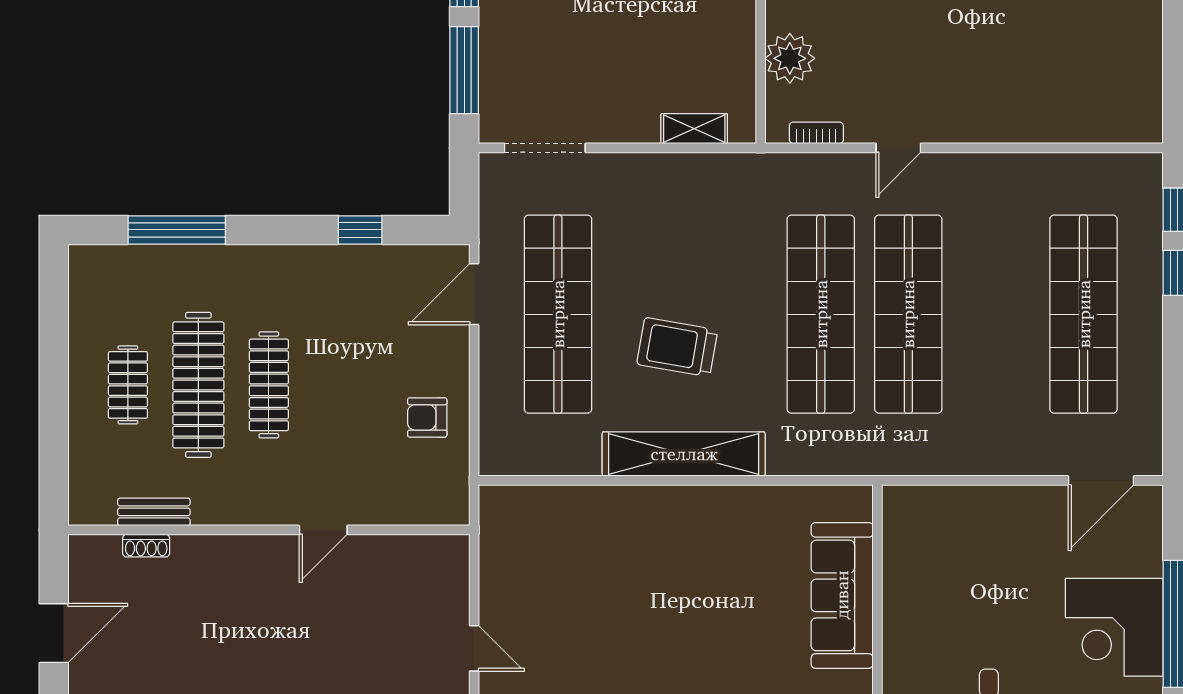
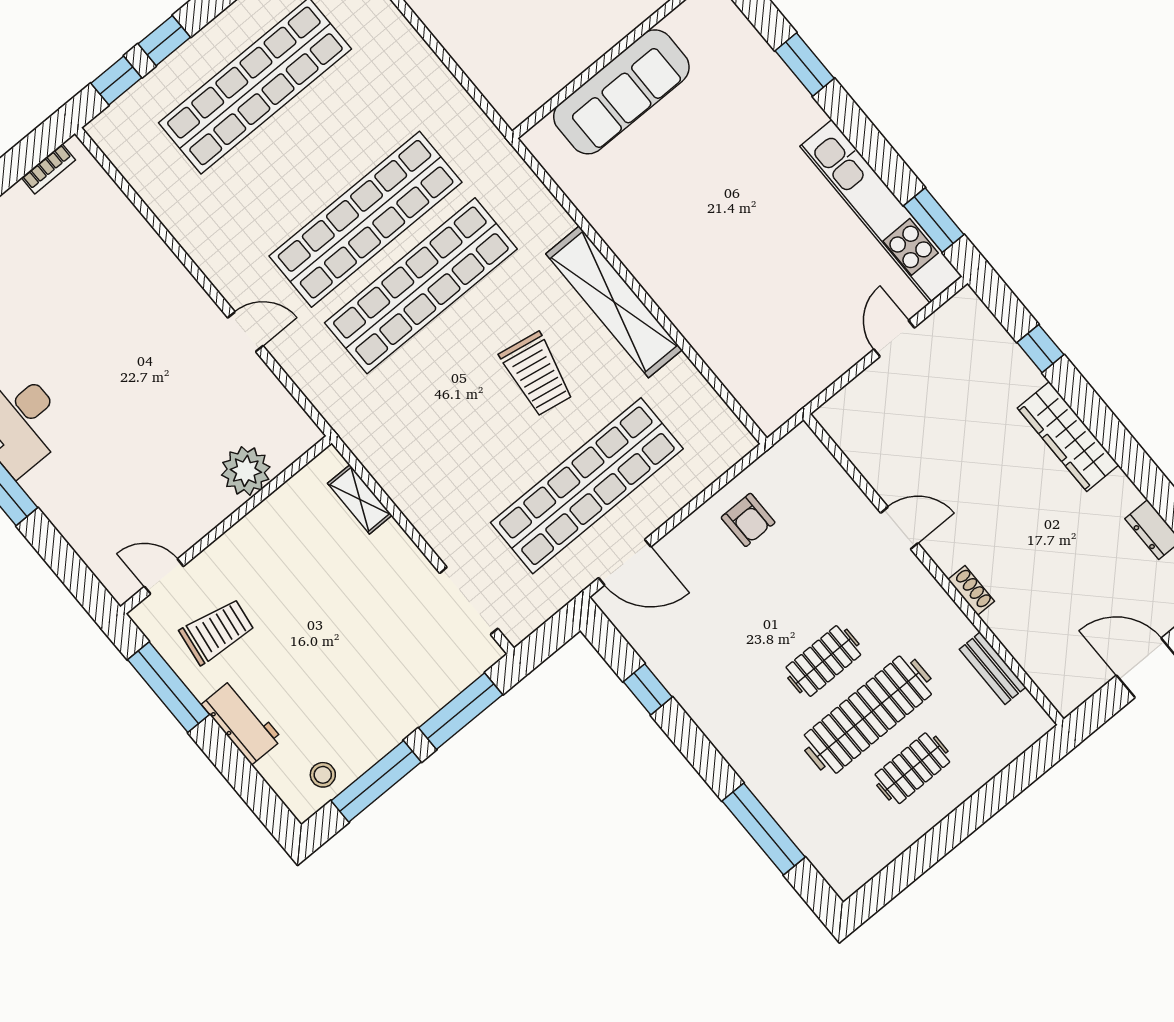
bookcase: (816, 133) -> (48, 169), moved, turned -90
clothes rail: (269, 385) -> (823, 661), width x0.73
shoe rack: (146, 546) -> (971, 590), moved

